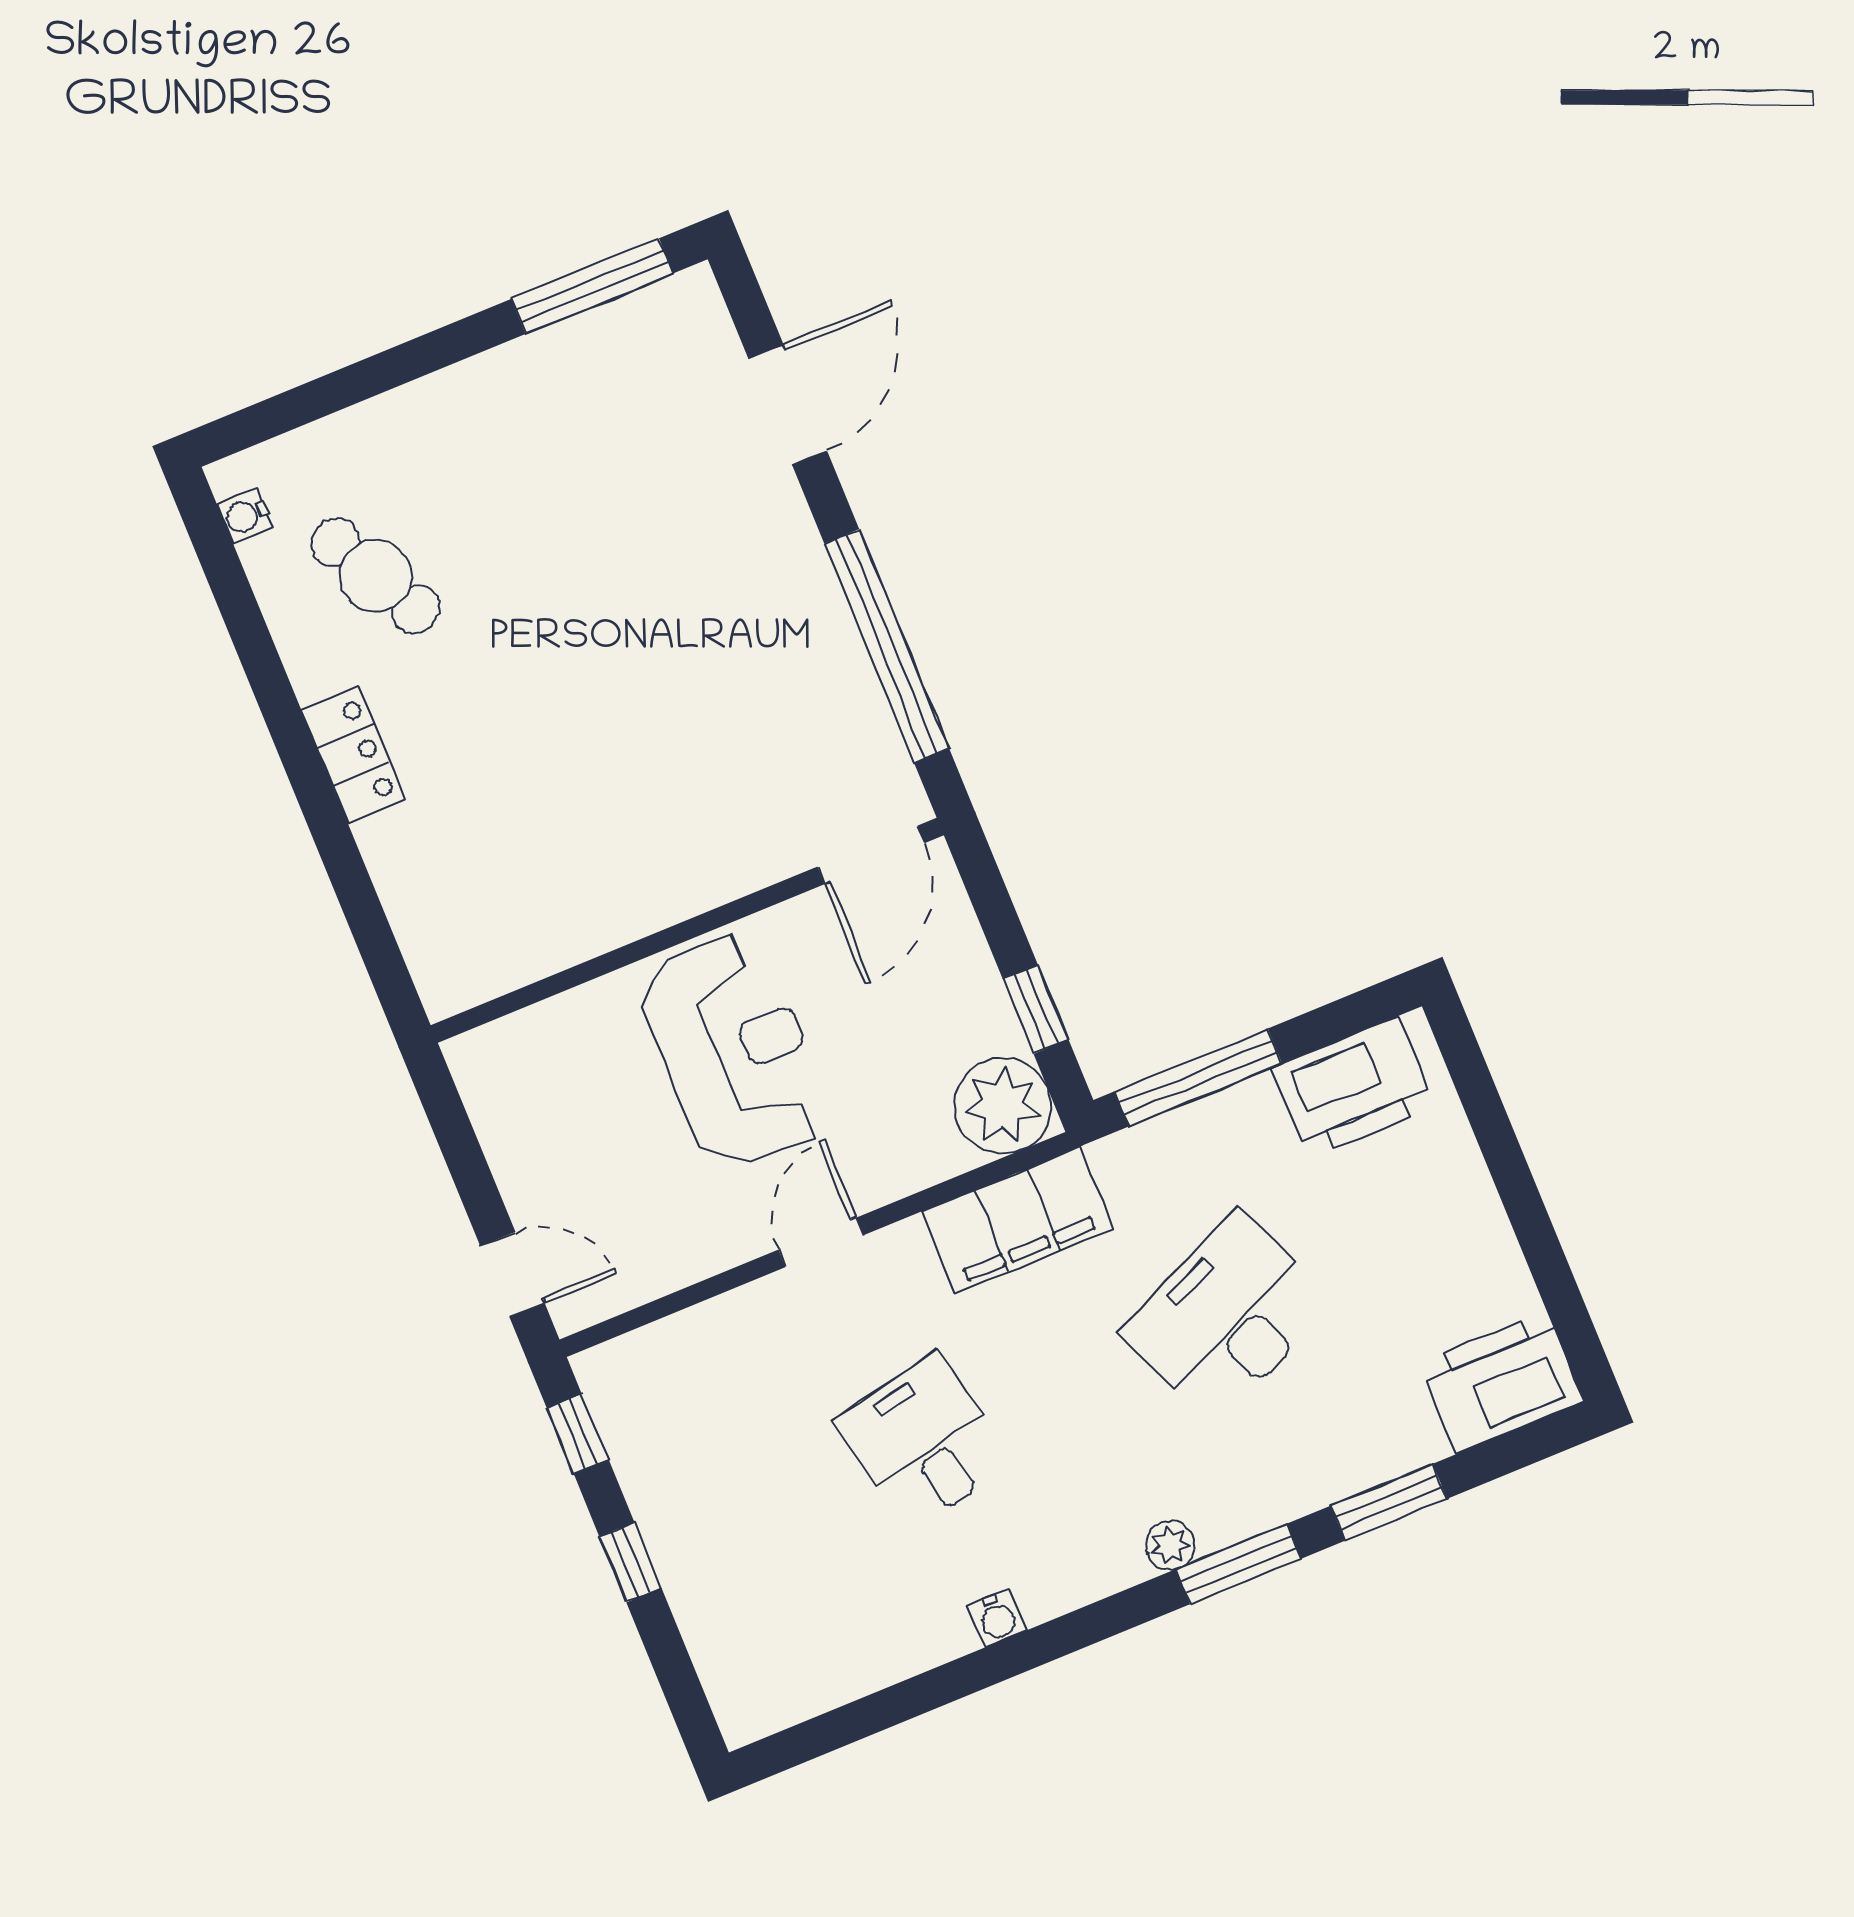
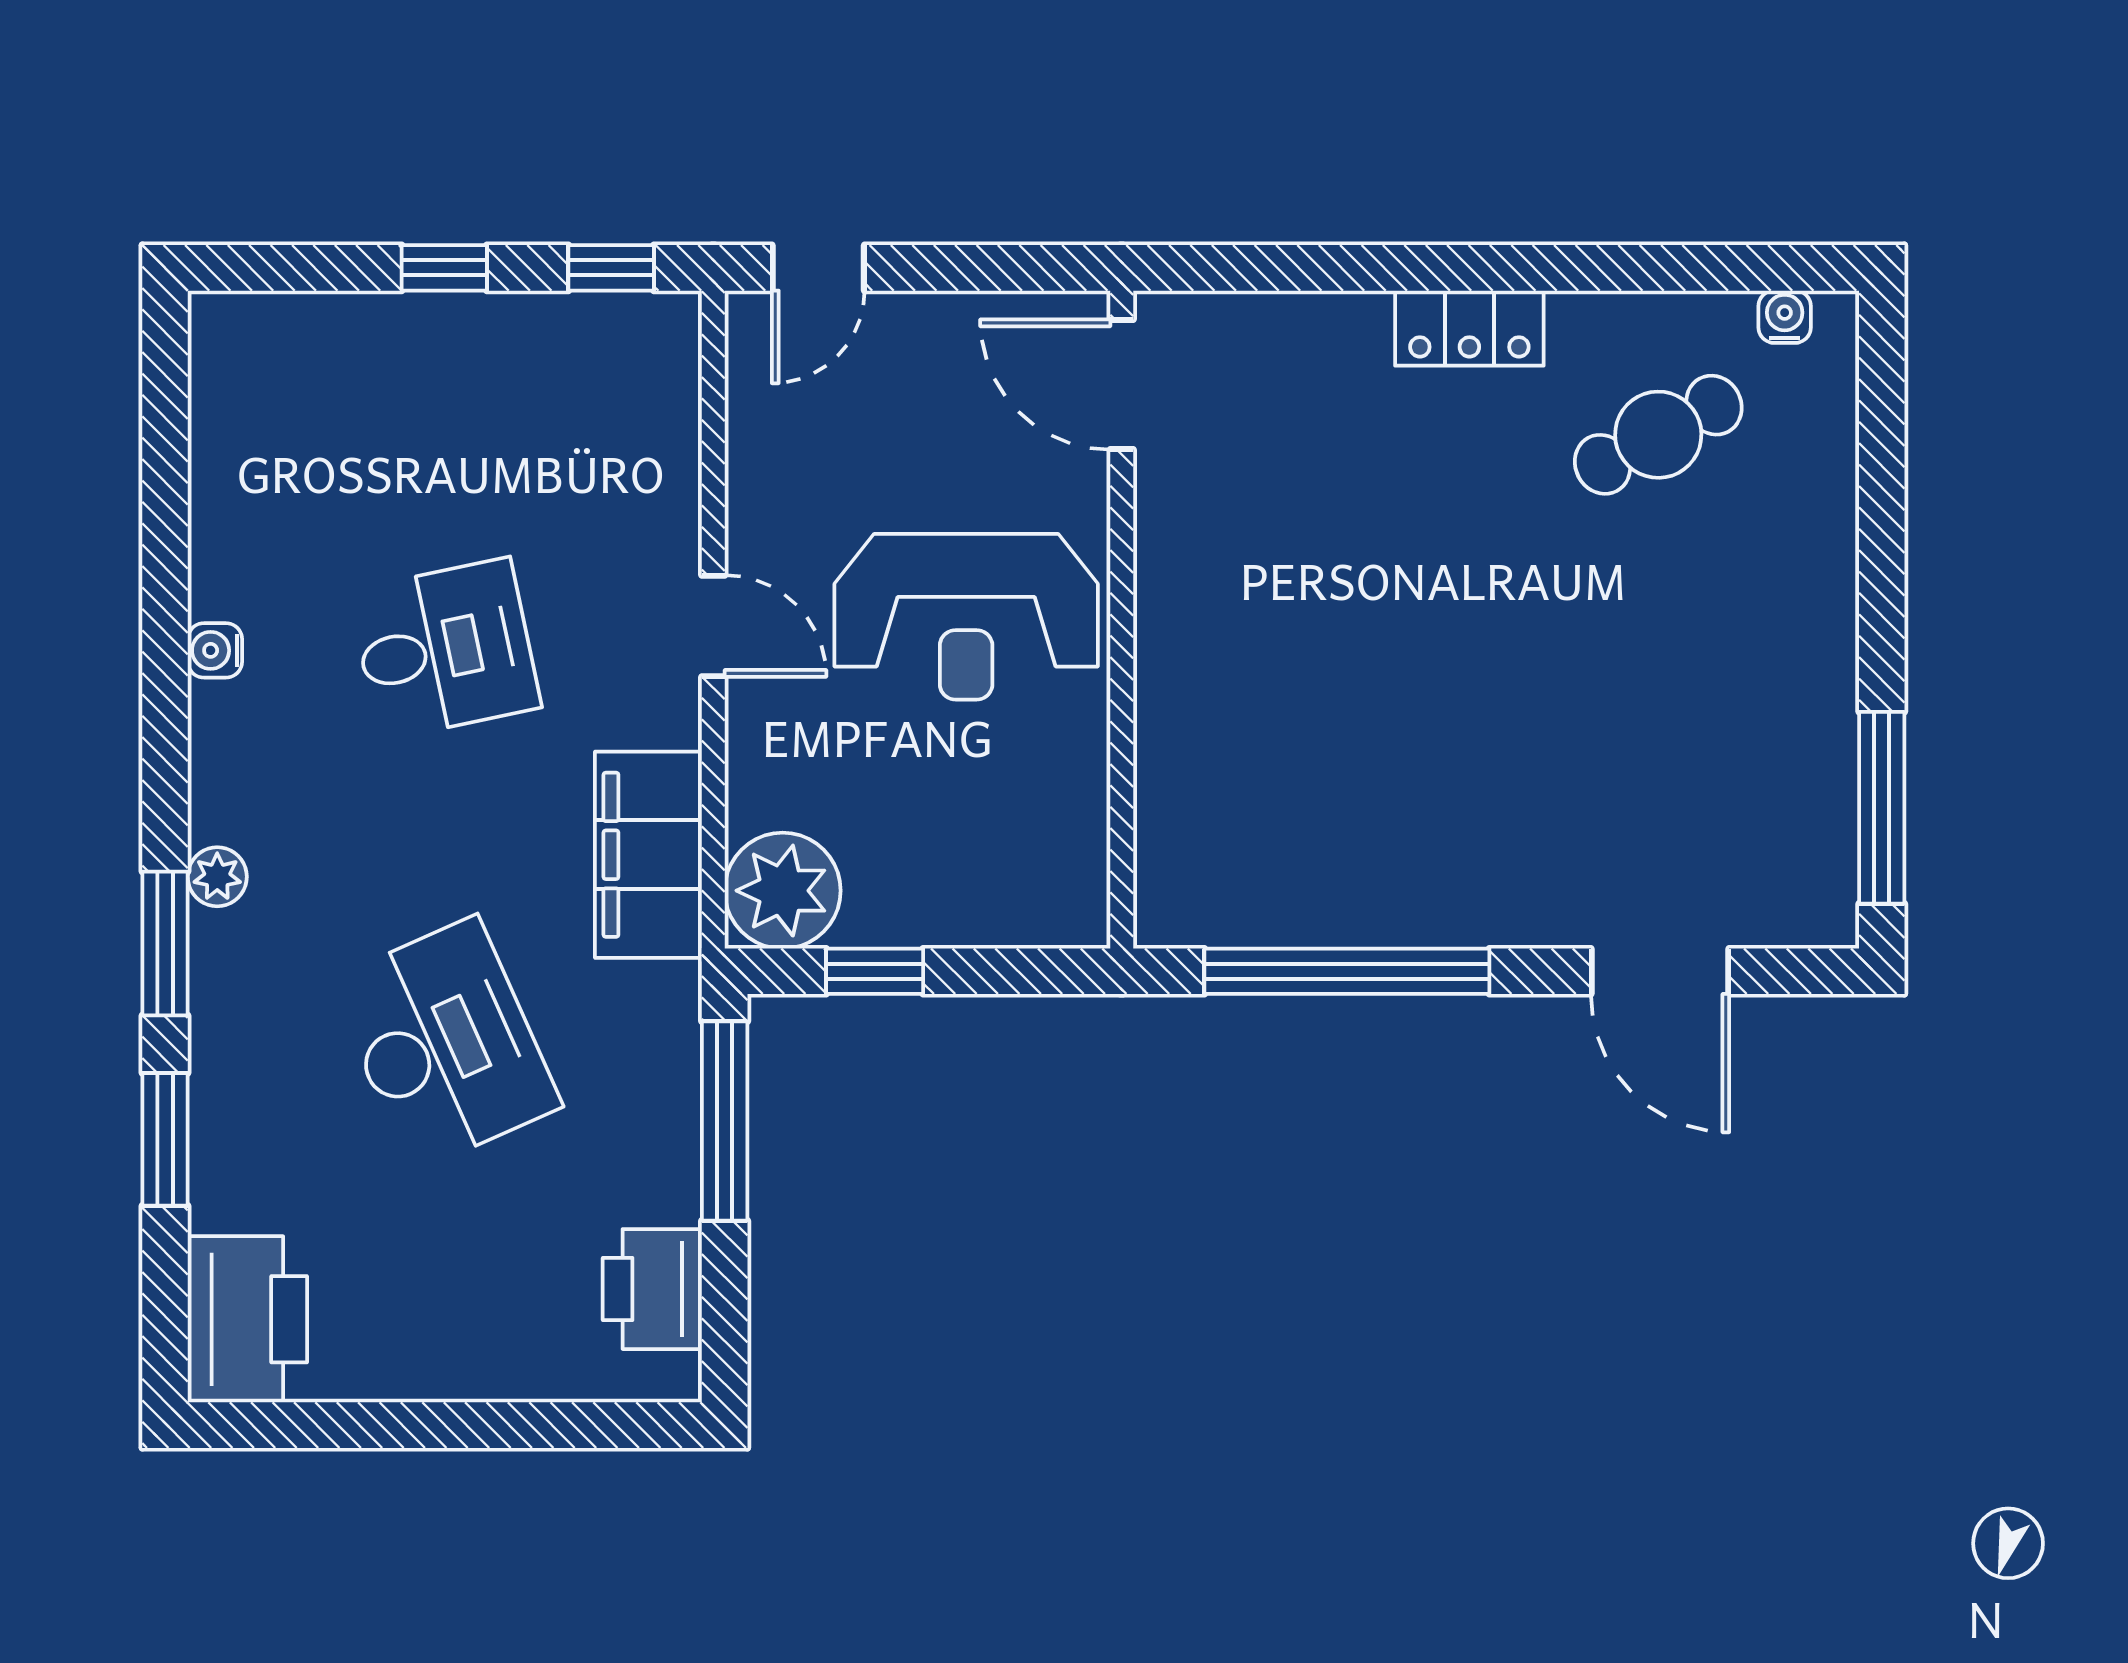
door: (871, 855) -> (1122, 385), moved
printer: (1353, 1087) -> (652, 1289), width x0.73, depth x0.84

